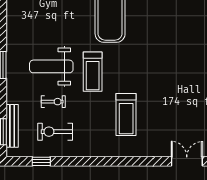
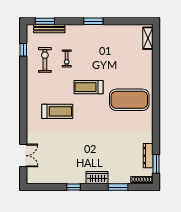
weight bench: (51, 66) -> (92, 57), removed
treadmill: (126, 114) -> (57, 111), turned 180

